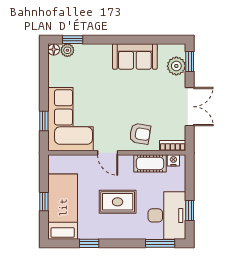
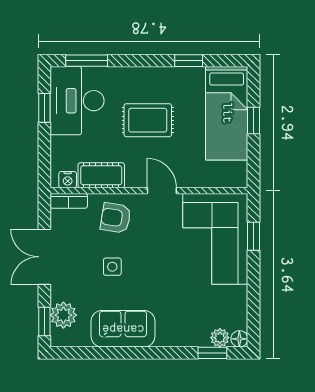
side table: (142, 100) -> (112, 267), added

